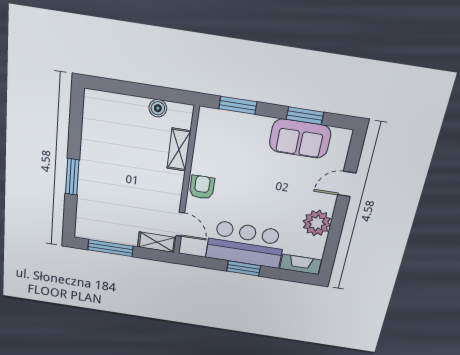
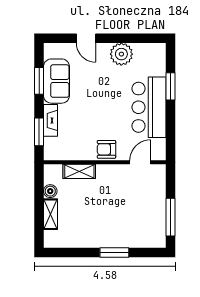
shelving: (157, 242) -> (50, 214), moved
fireplace: (300, 264) -> (50, 120), moved, turned 180
window: (244, 268) -> (171, 86), moved

